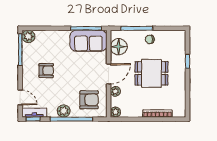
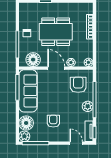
floor lamp: (44, 39) -> (26, 123), added
sofa: (88, 41) -> (28, 91), width x1.36
dining table: (151, 73) -> (56, 32), width x1.38
door: (20, 97) -> (76, 143), hinge flipped

